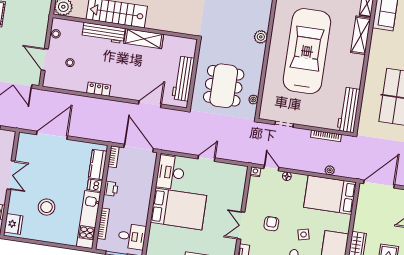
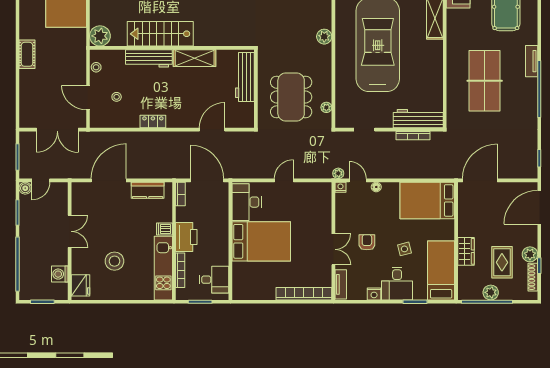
workbench: (183, 79) -> (245, 77), moved
workbench: (349, 110) -> (418, 119), moved, turned 90
kitchen counter: (98, 165) -> (148, 190), moved, turned -90
plant: (330, 170) -> (338, 173), moved
printer: (111, 189) -> (186, 237), width x1.87, depth x1.48
double door: (241, 226) -> (333, 249), swing flipped

